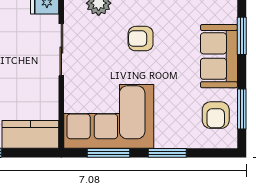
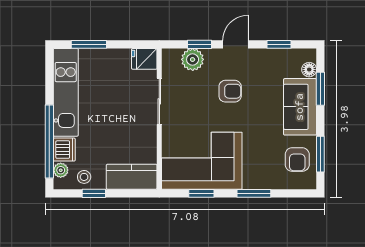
floor lamp: (229, 14) -> (309, 70), added
armchair: (141, 39) -> (230, 91), turned 180
window: (108, 153) -> (201, 193), width x0.67

